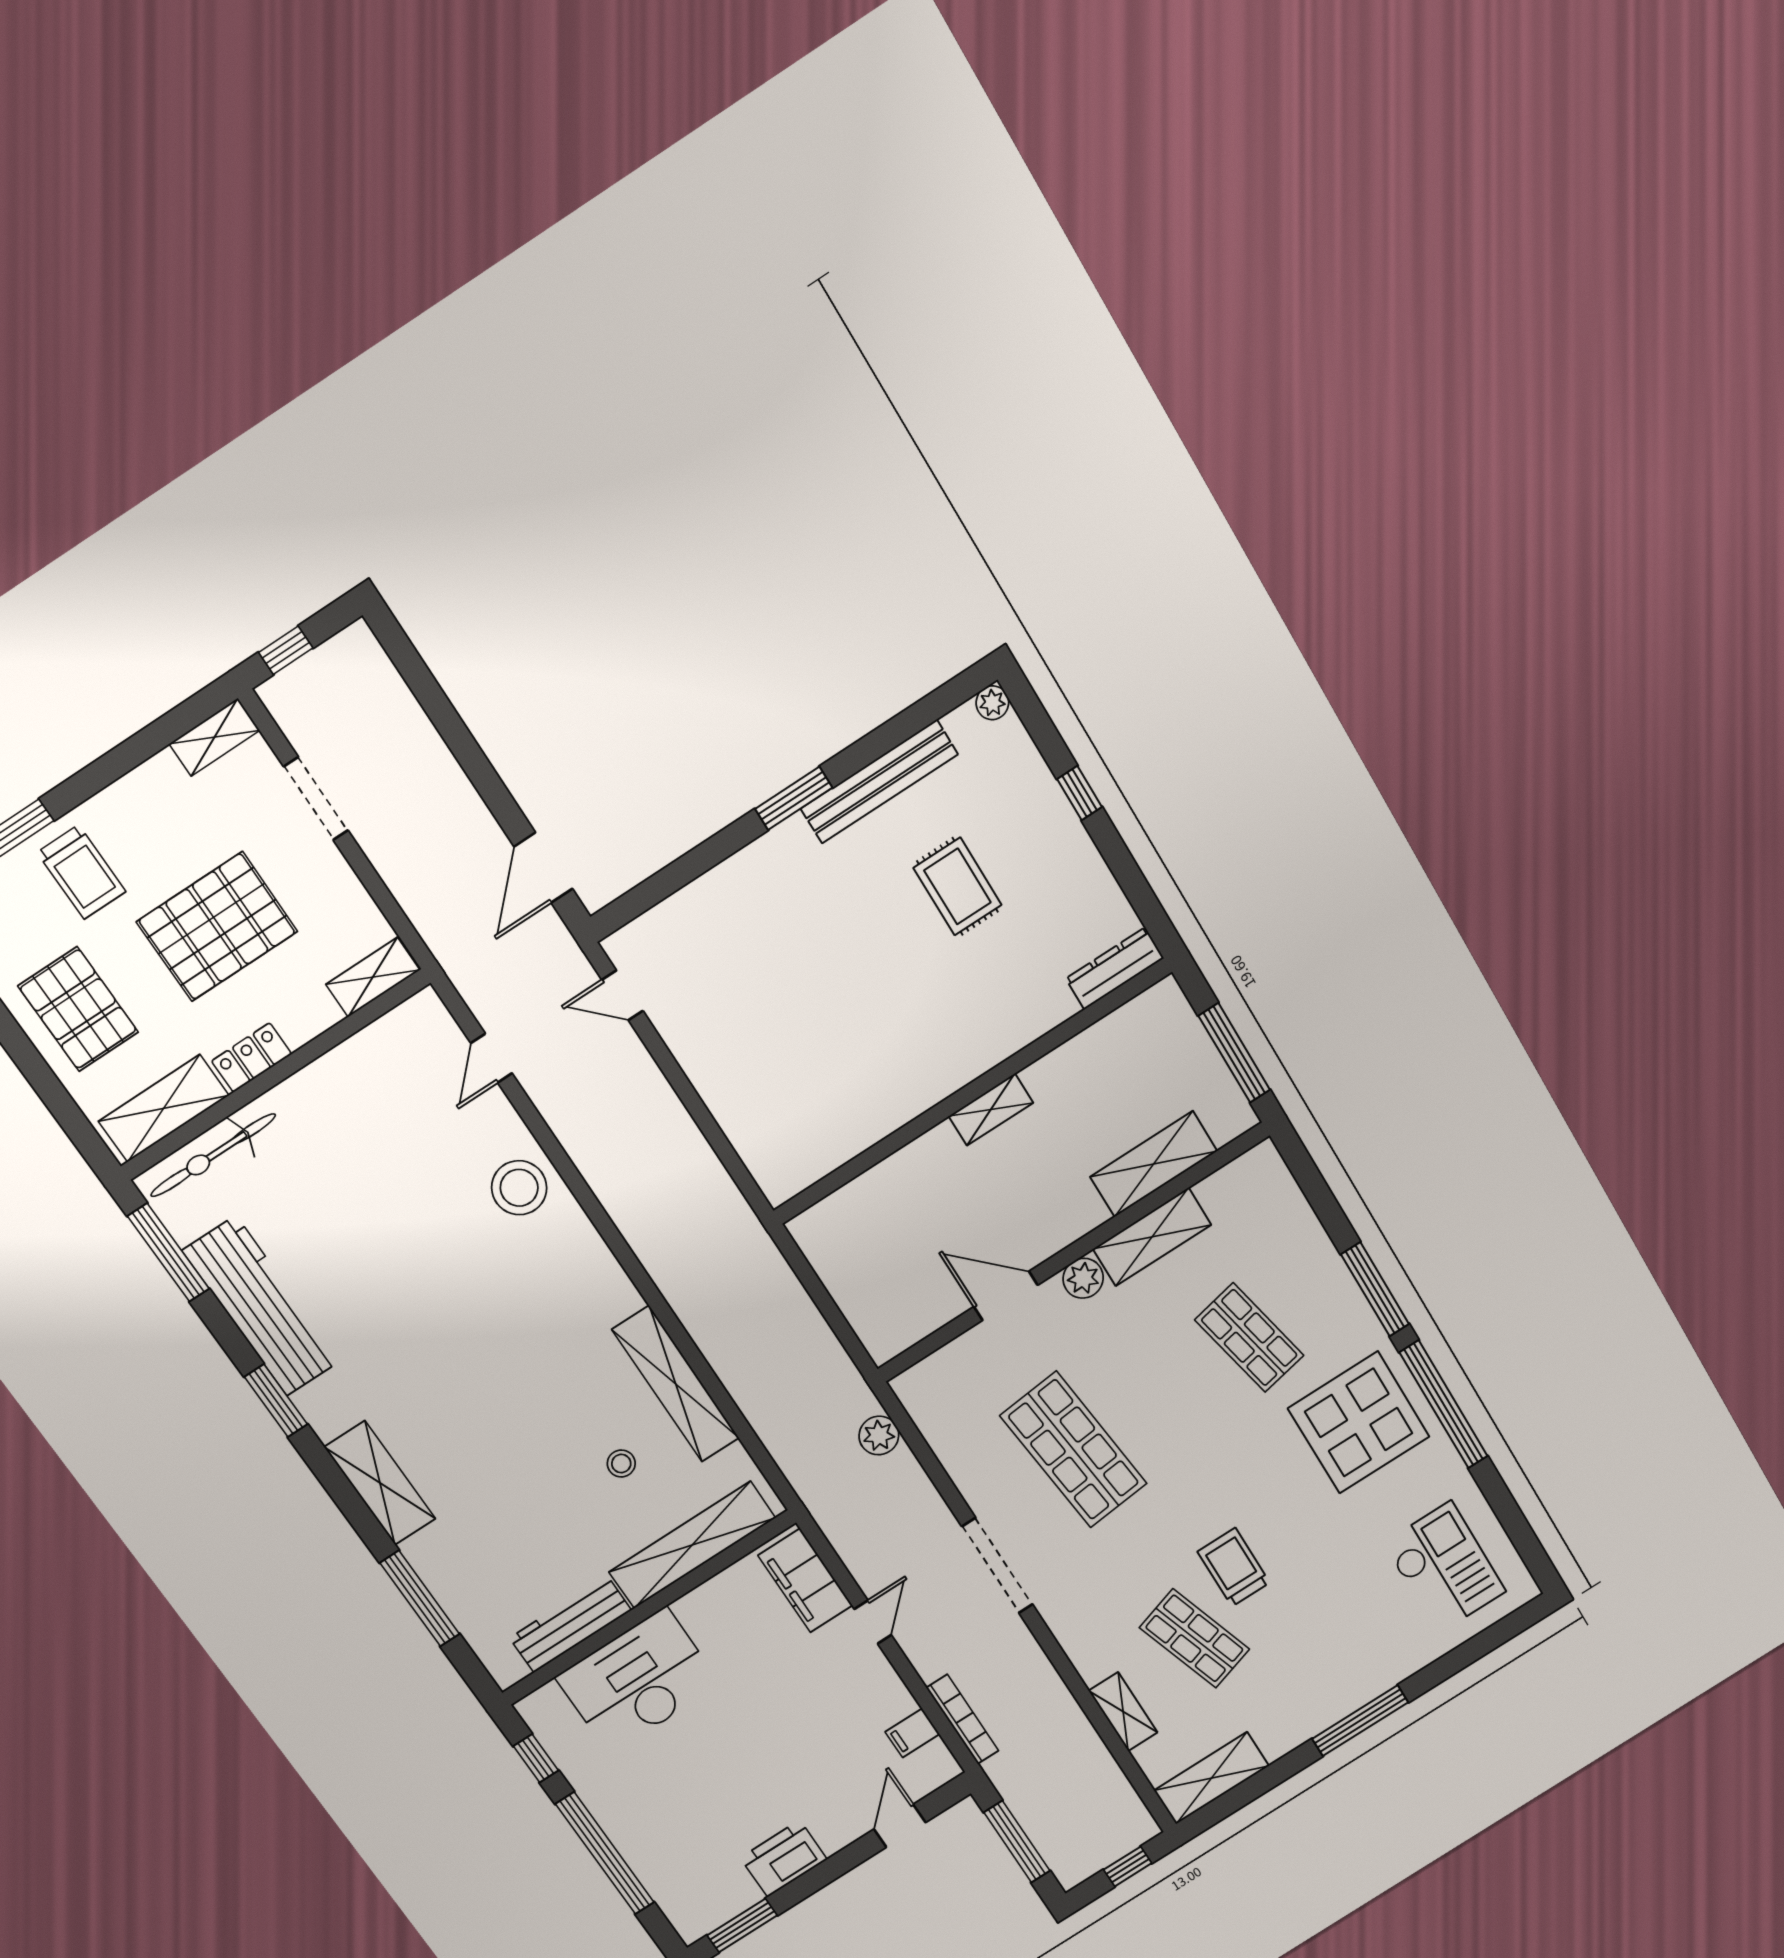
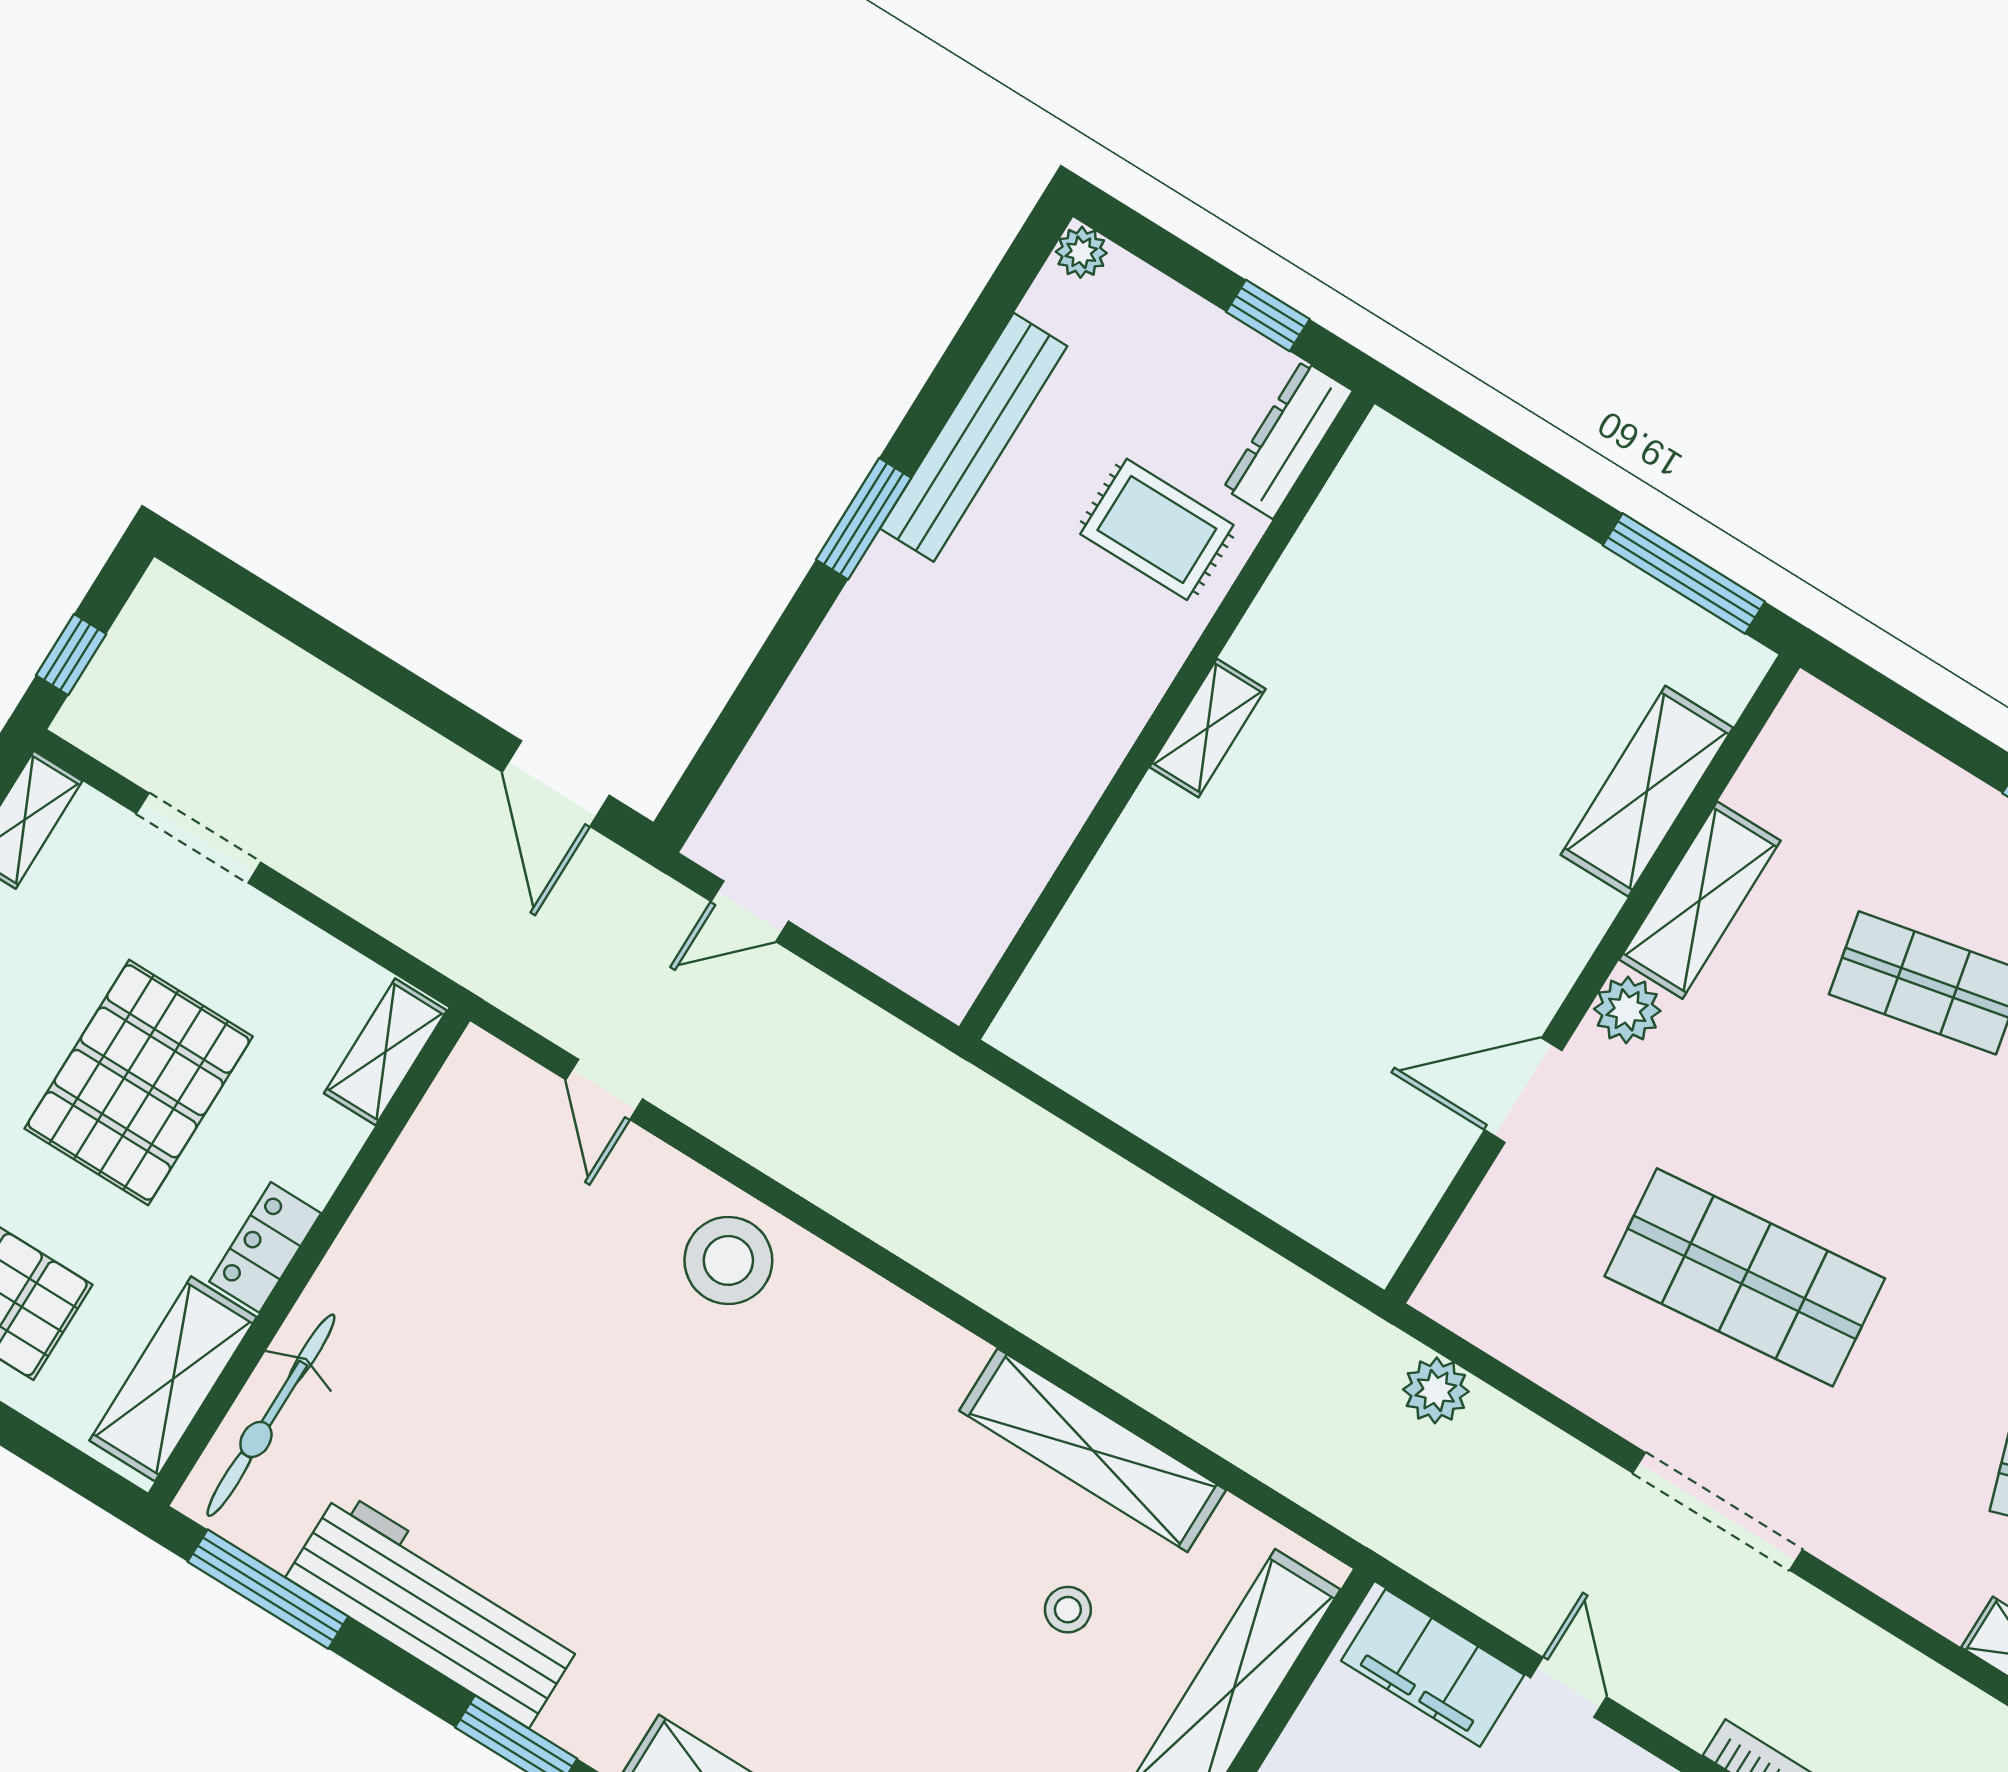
dresser: (1115, 968) -> (1288, 439), moved
wall: (972, 1092) -> (1167, 715), moved
shelving: (991, 1109) -> (1208, 728), moved

